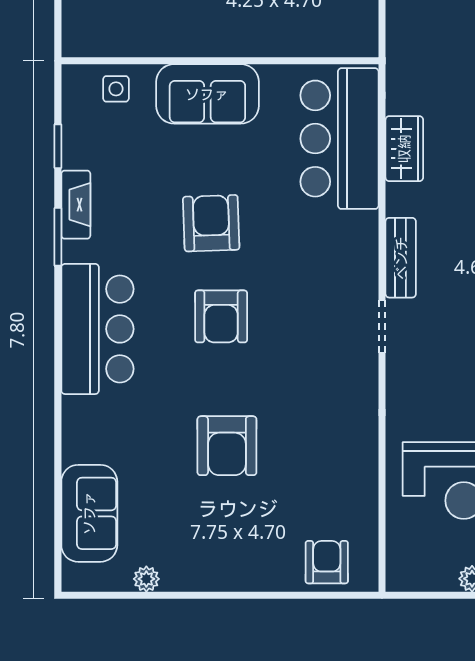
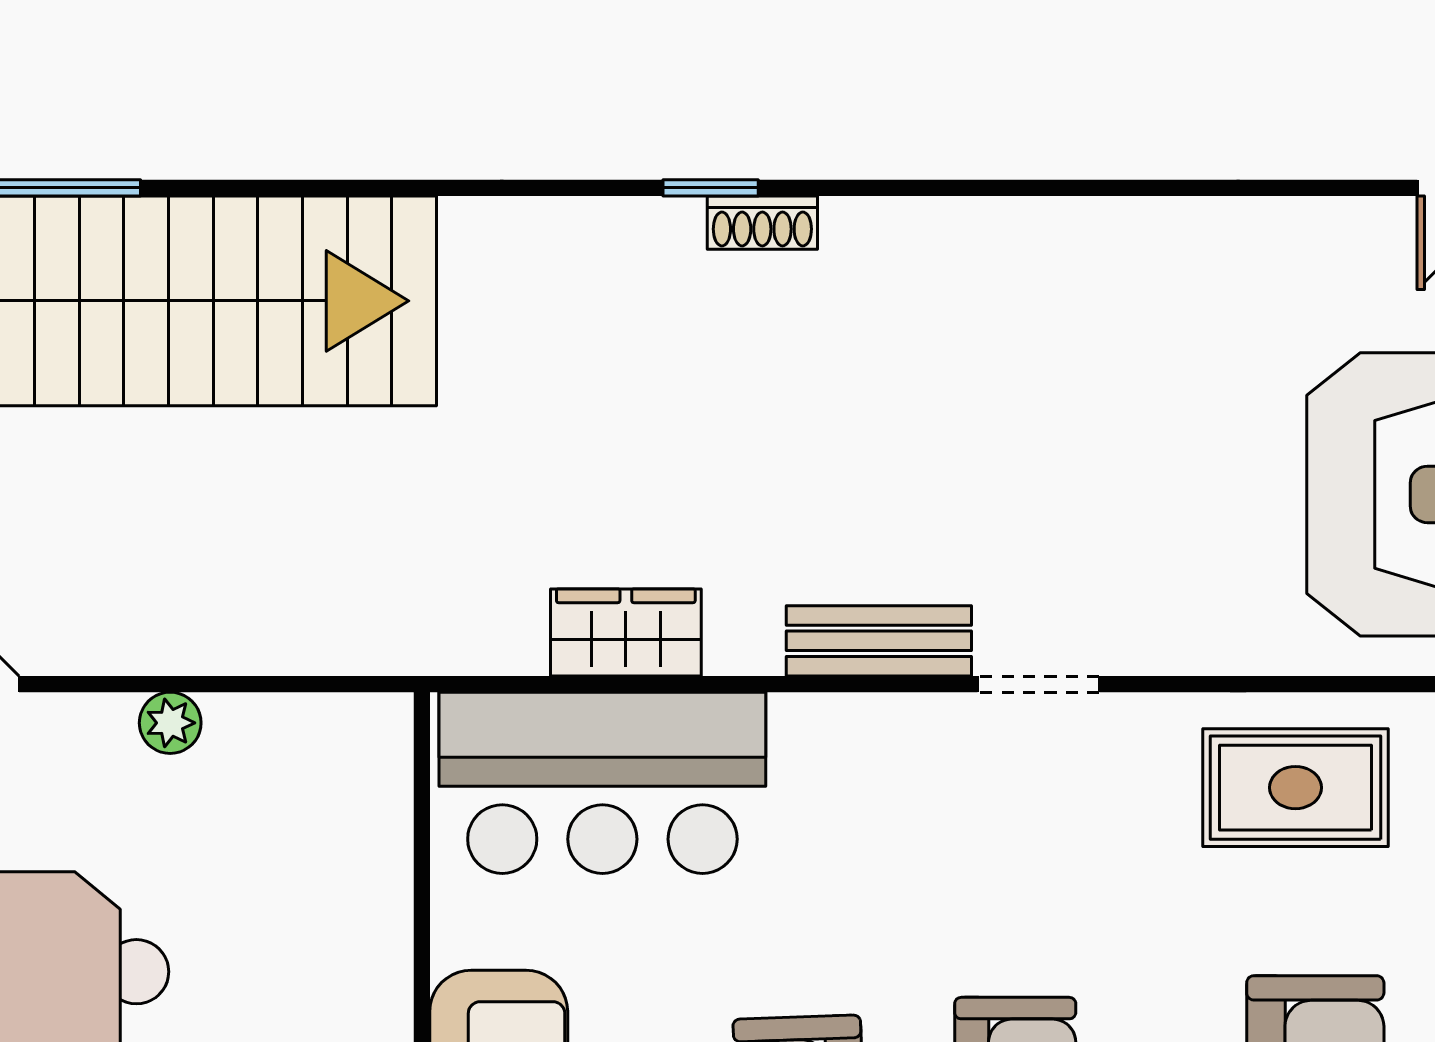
rug: (337, 437) -> (1295, 788), added

